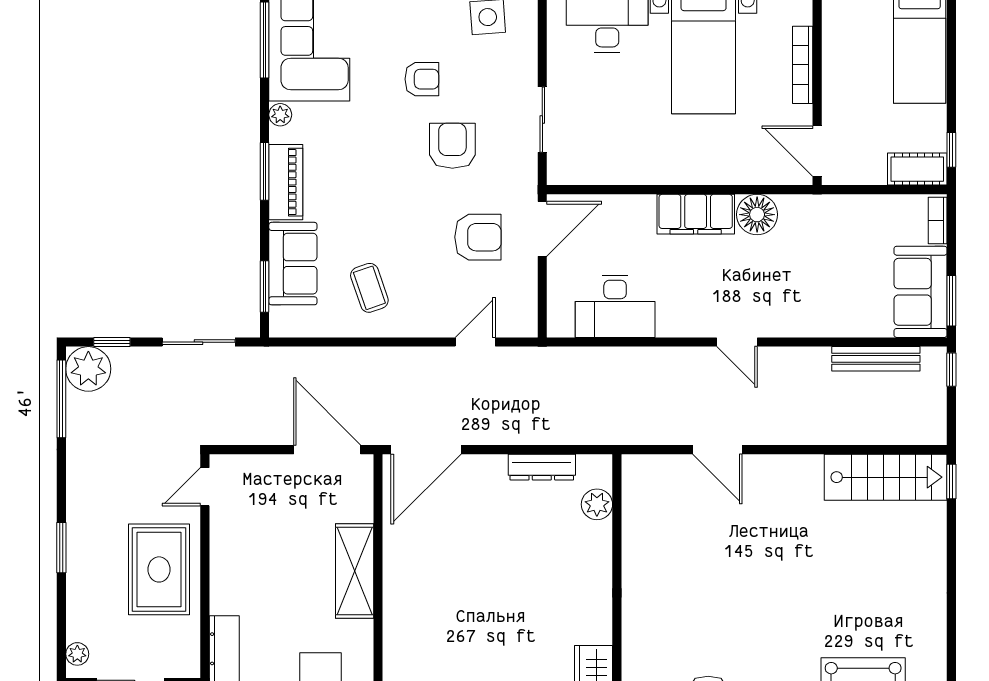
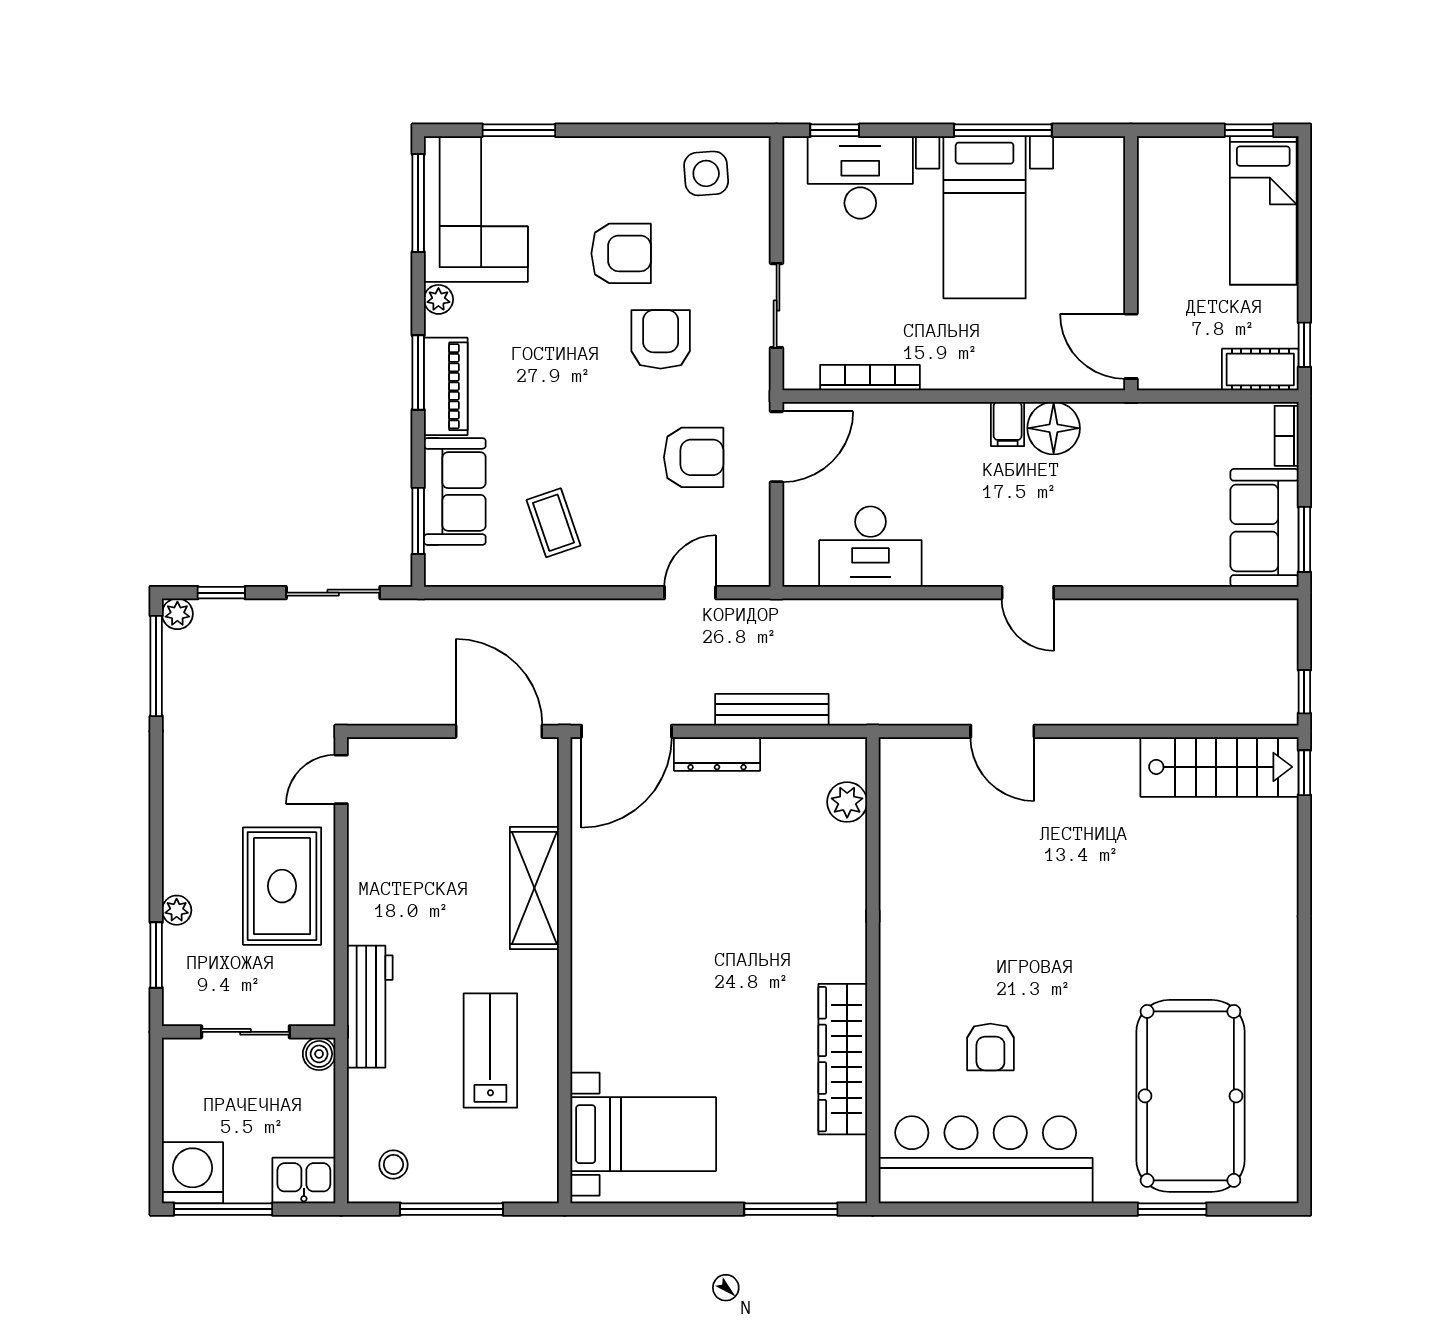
bookcase: (803, 65) -> (870, 378), moved, turned 90
armchair: (422, 79) -> (621, 253), width x1.38, depth x1.38
filing cabinet: (696, 214) -> (1008, 424), width x0.33, depth x0.86
bench: (876, 359) -> (772, 710), moved
plant: (88, 369) -> (177, 614), width x0.53, depth x0.53
window: (951, 370) -> (1304, 692), moved
dresser: (542, 467) -> (717, 754), moved
window: (61, 548) -> (156, 955), moved
plant: (77, 654) -> (177, 910), moved

